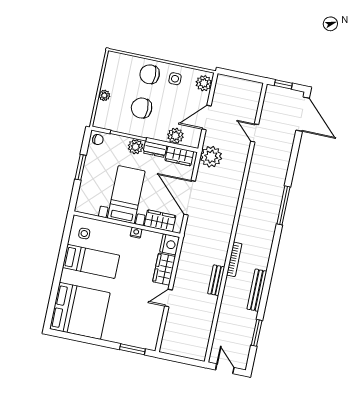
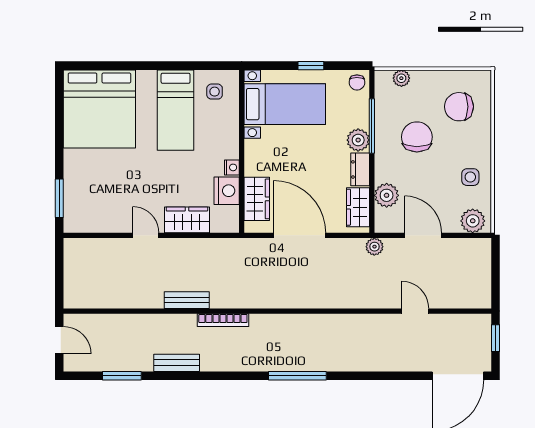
chair: (150, 74) -> (459, 107), moved, turned -90
plant: (104, 95) -> (401, 78), moved
door: (255, 133) -> (415, 311), hinge flipped
plant: (211, 157) -> (374, 247), width x0.53, depth x0.53
window: (81, 167) -> (311, 66), width x0.67
bed with nightstands: (126, 195) -> (285, 104), moved
door: (190, 198) -> (300, 235), hinge flipped
window: (283, 205) -> (297, 376), moved
nightstand: (170, 244) -> (227, 191), moved, turned -90
bench: (257, 290) -> (177, 363), width x0.73
door: (225, 369) -> (59, 340), hinge flipped

